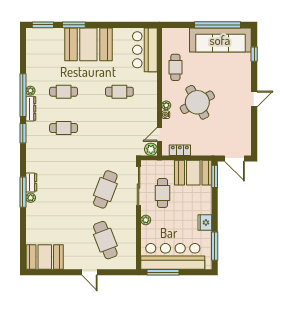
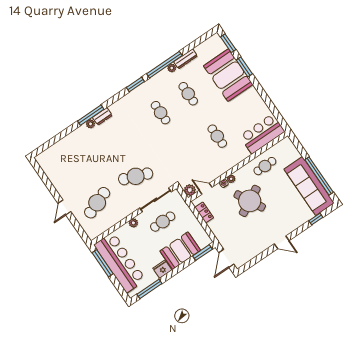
booth: (88, 44) -> (228, 75), moved
dresser: (31, 109) -> (186, 59), moved
booth: (193, 173) -> (180, 251), moved, turned 90
booth: (45, 257) -> (53, 165), removed

